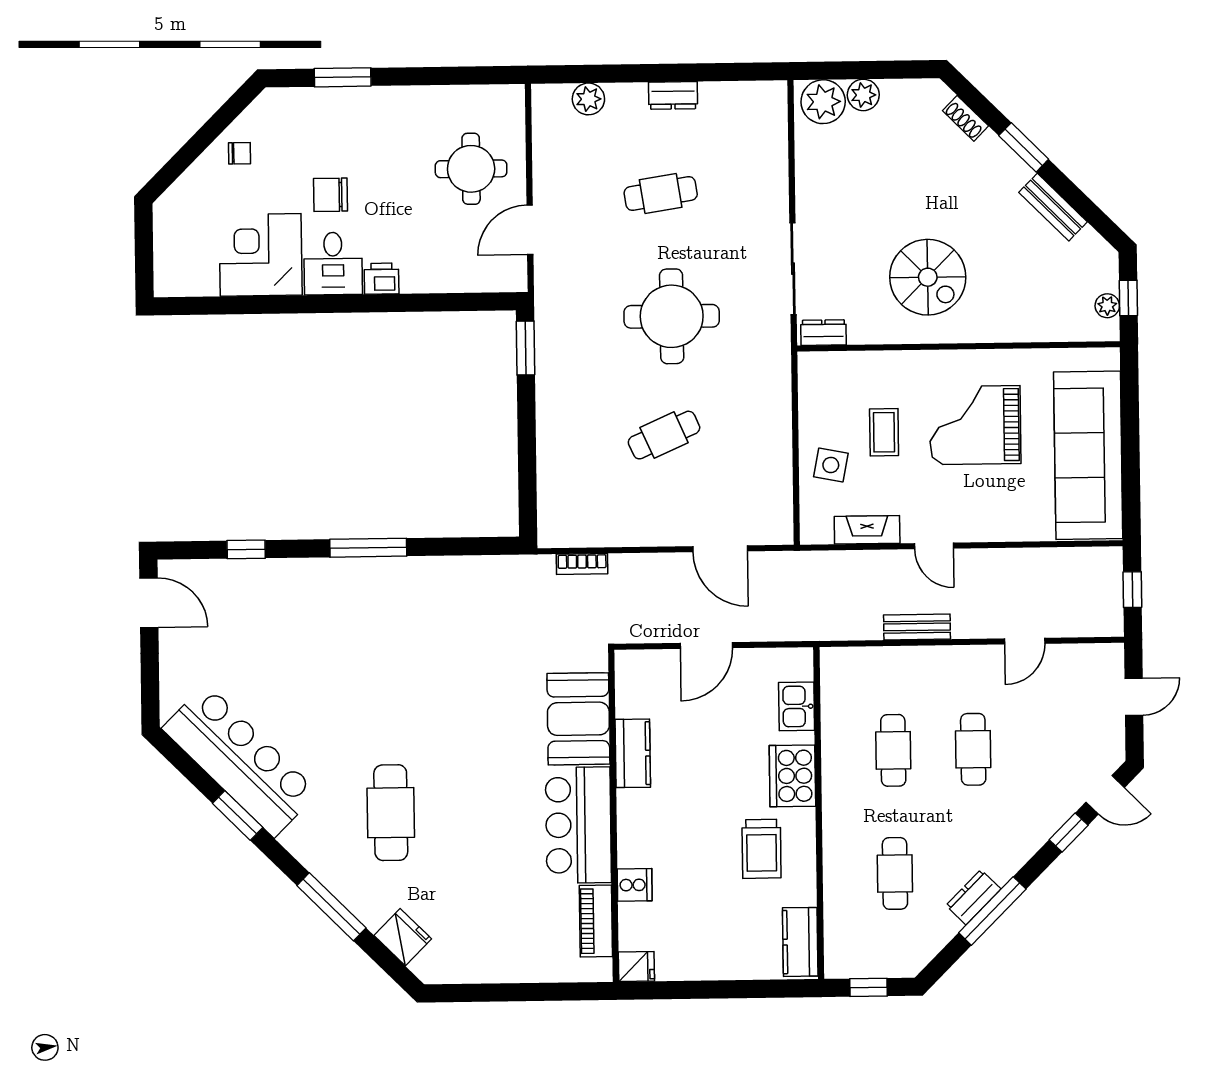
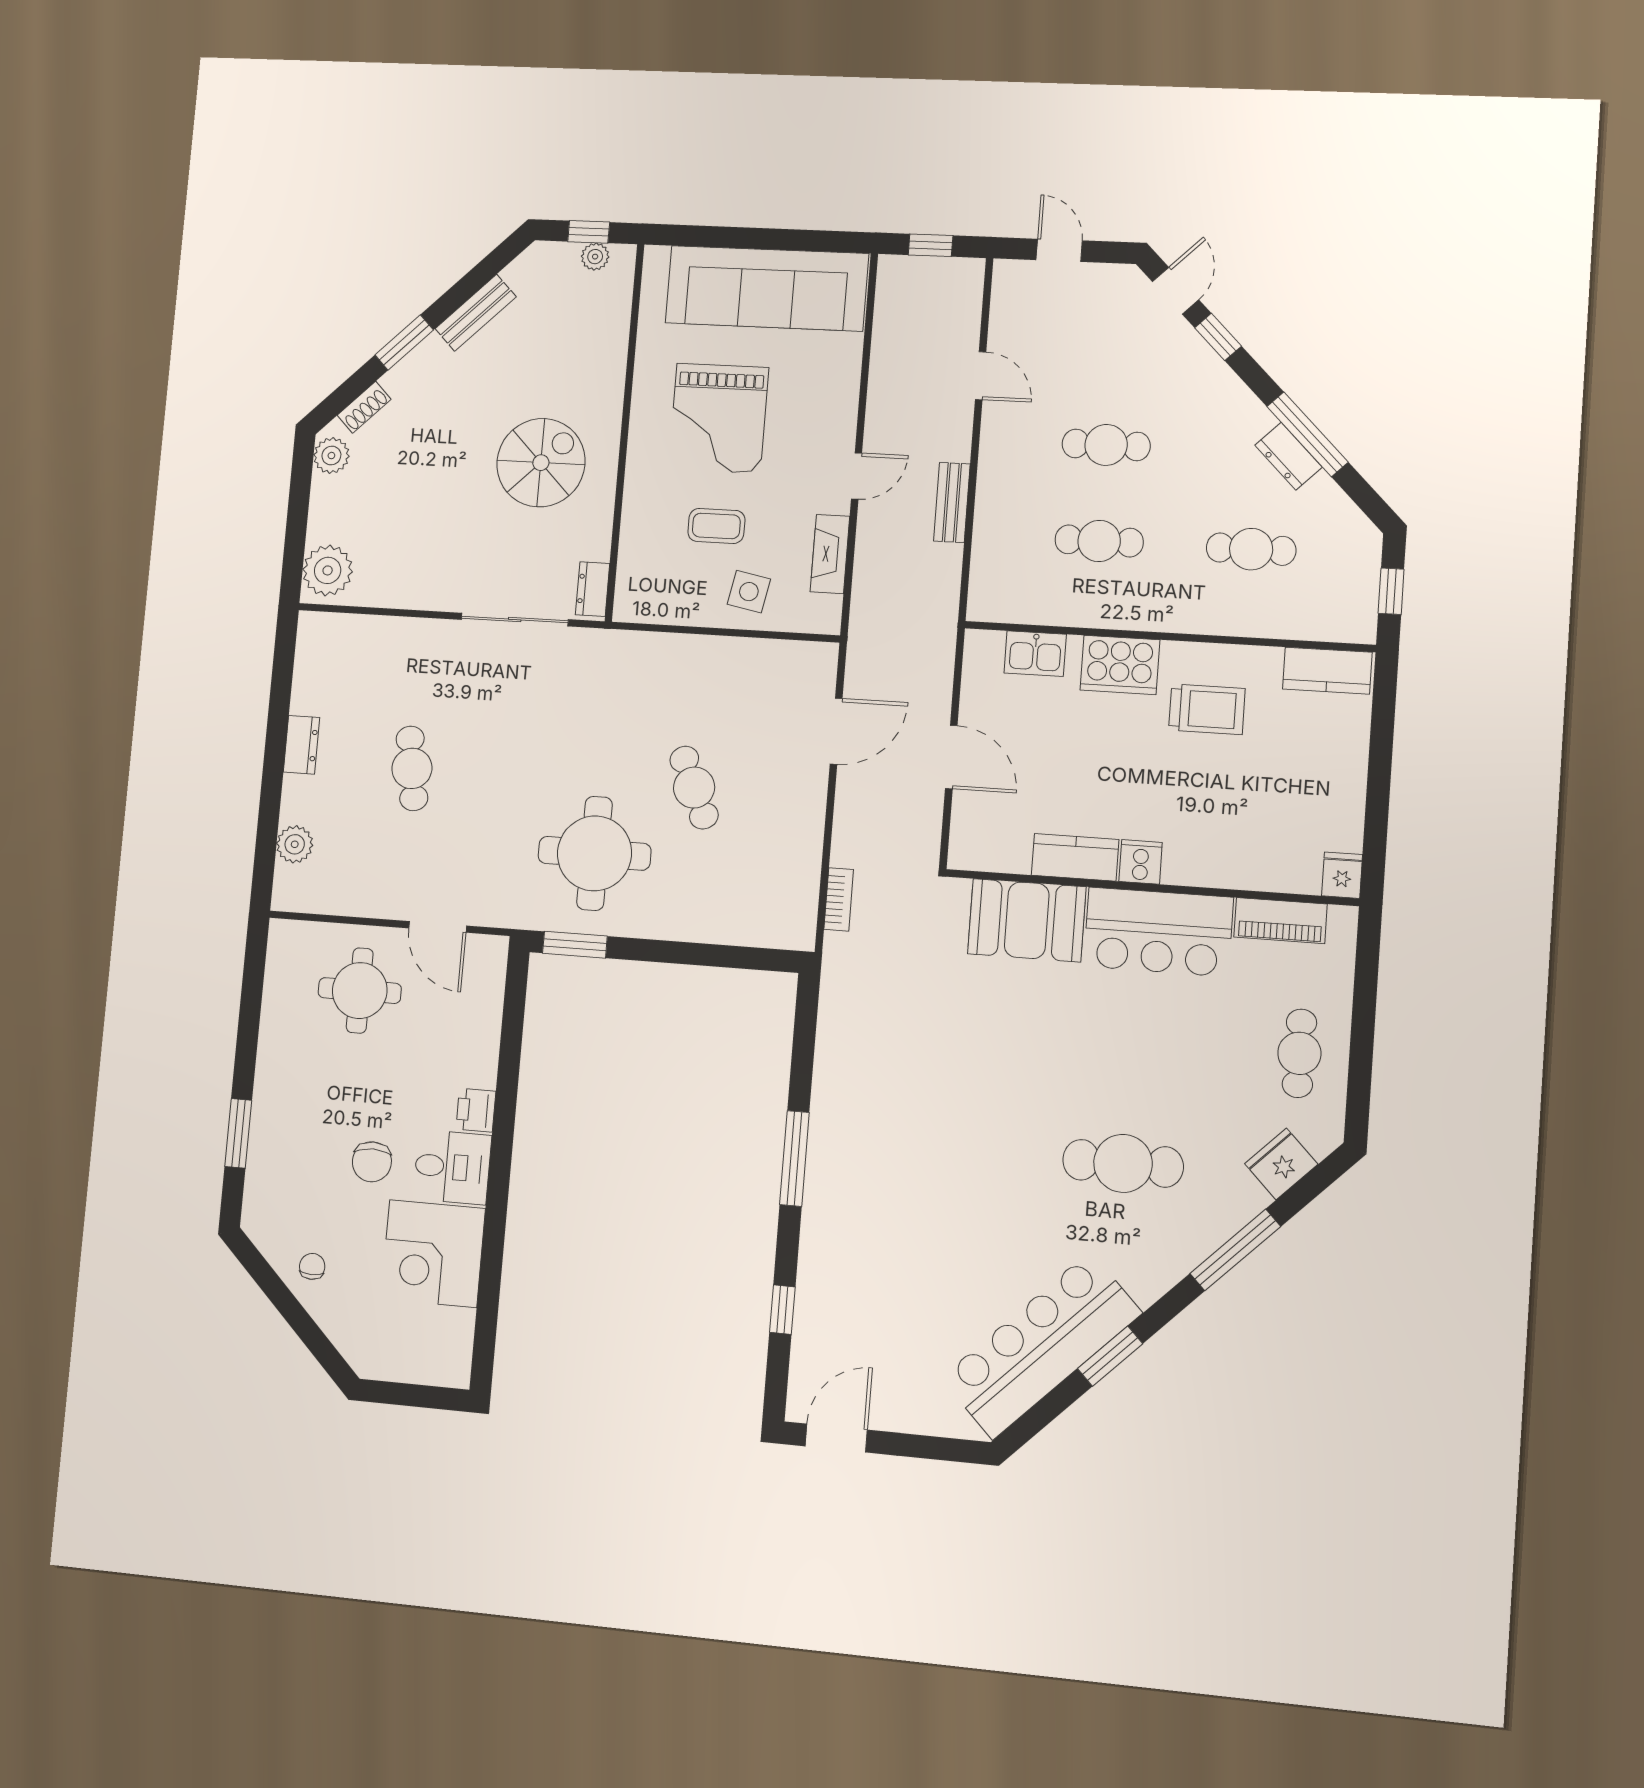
plant: (863, 95) -> (331, 456), moved
round table: (672, 316) -> (594, 853), moved
cooker: (635, 885) -> (1141, 862), moved
cafe table: (492, 944) -> (1299, 1053), added

